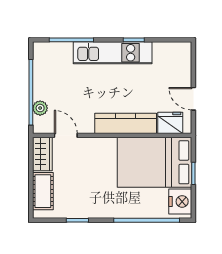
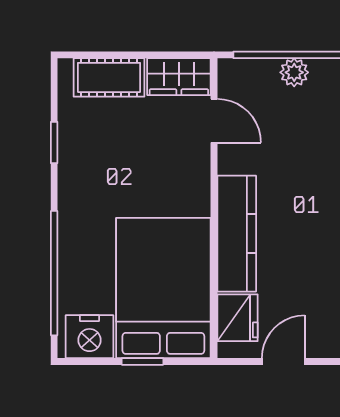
plant: (40, 108) -> (294, 72), moved
door: (66, 135) -> (214, 121), hinge flipped

